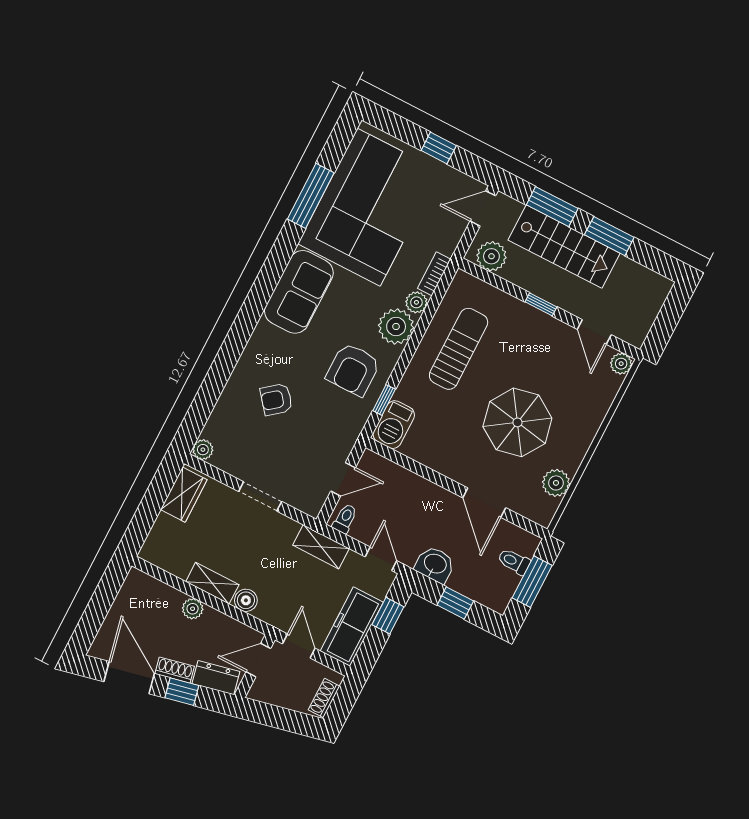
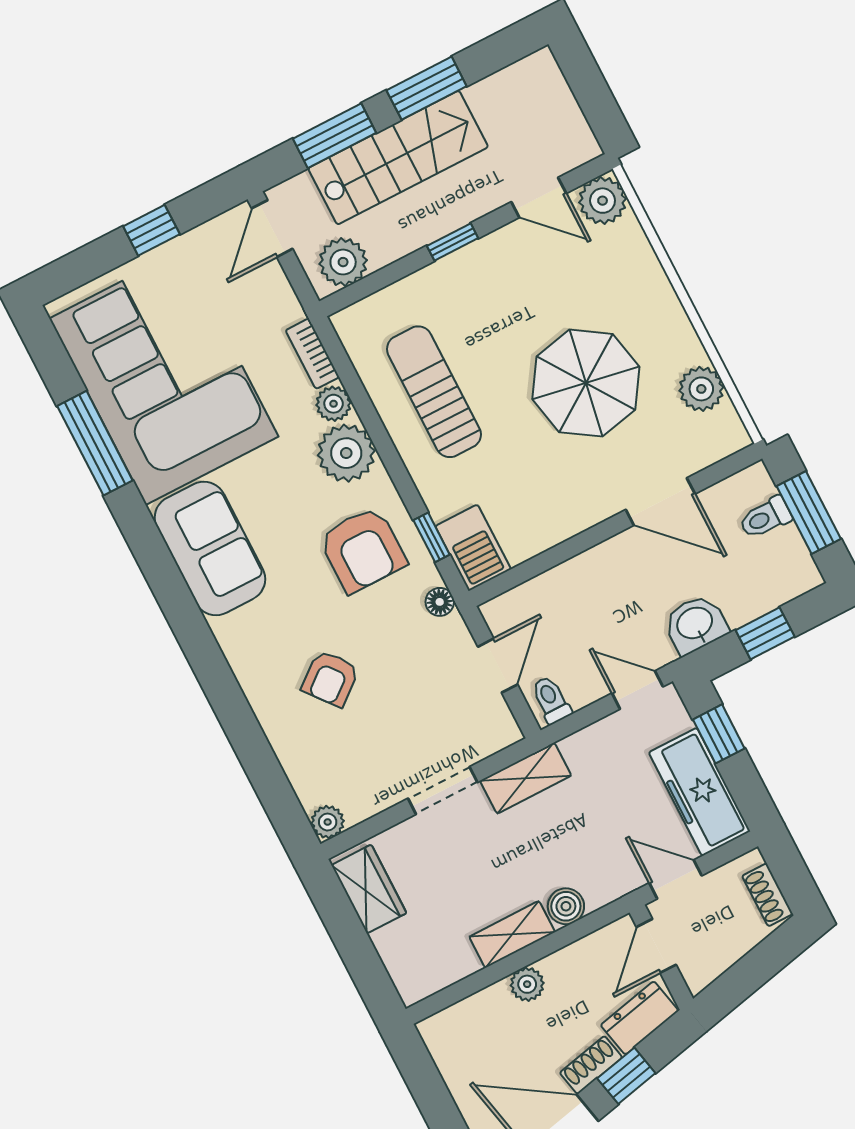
plant: (621, 364) -> (603, 201), width x1.38, depth x1.38
floor lamp: (354, 427) -> (440, 602), added
shelving: (321, 547) -> (526, 778), moved

